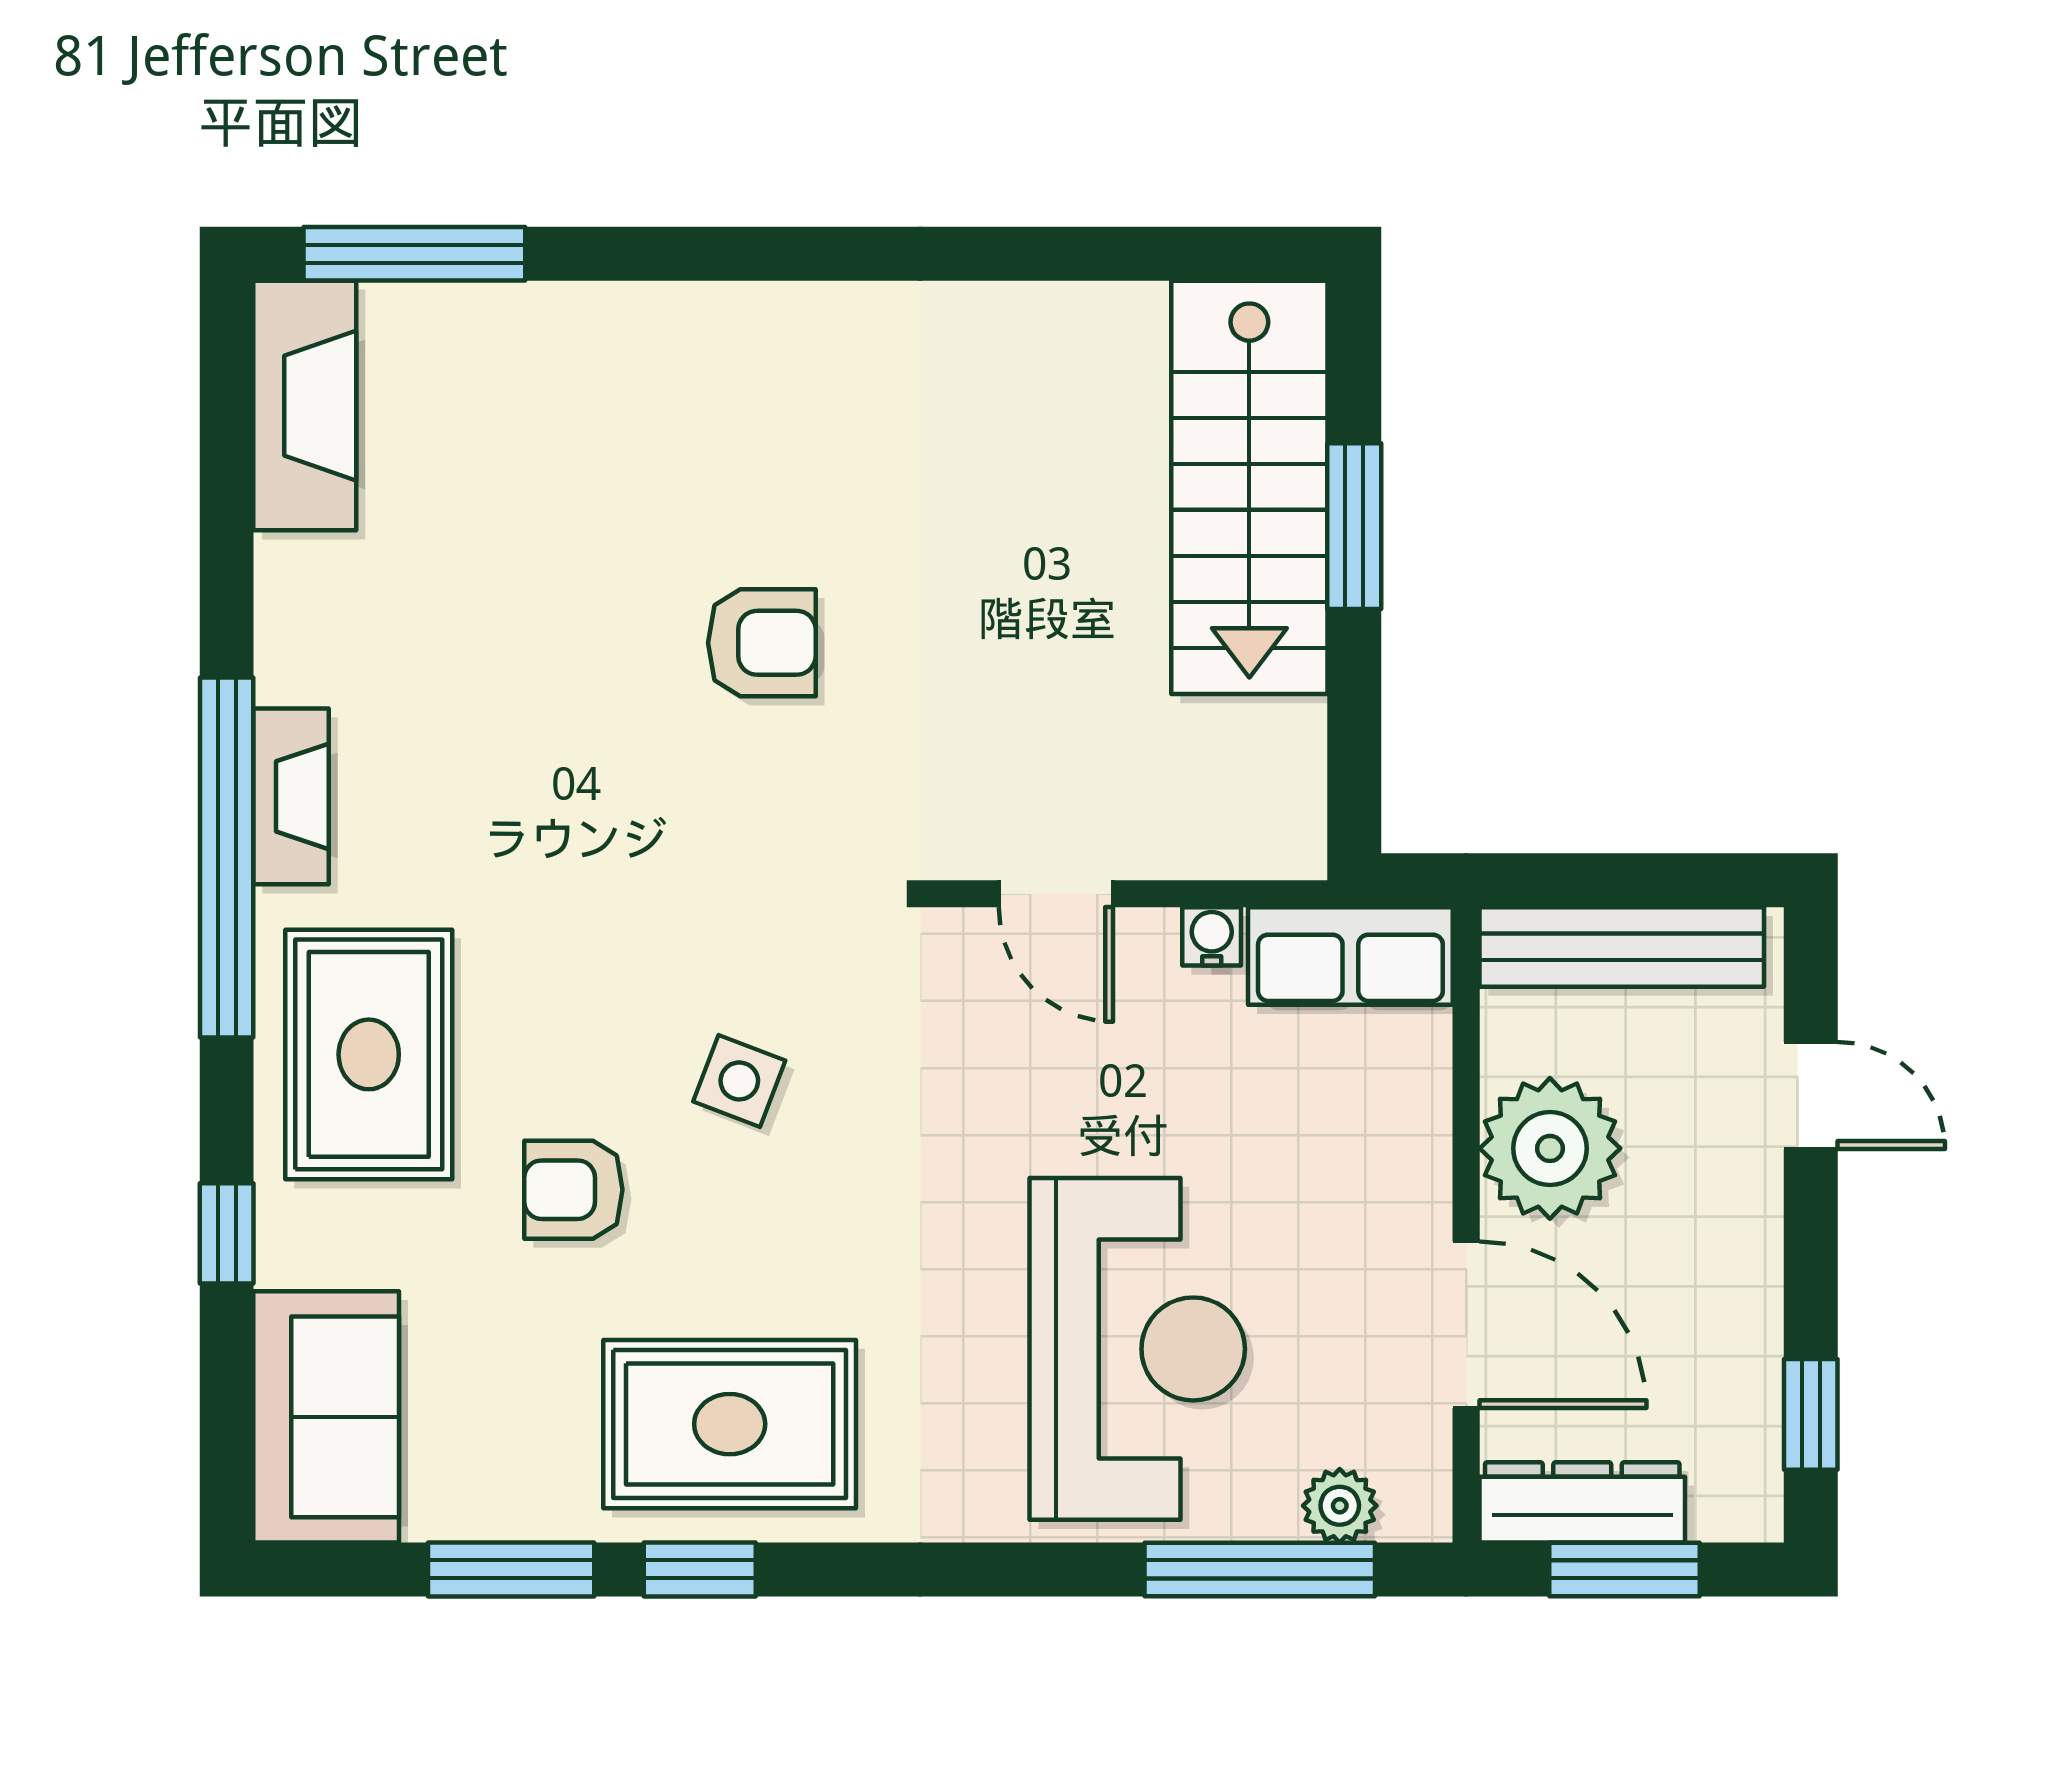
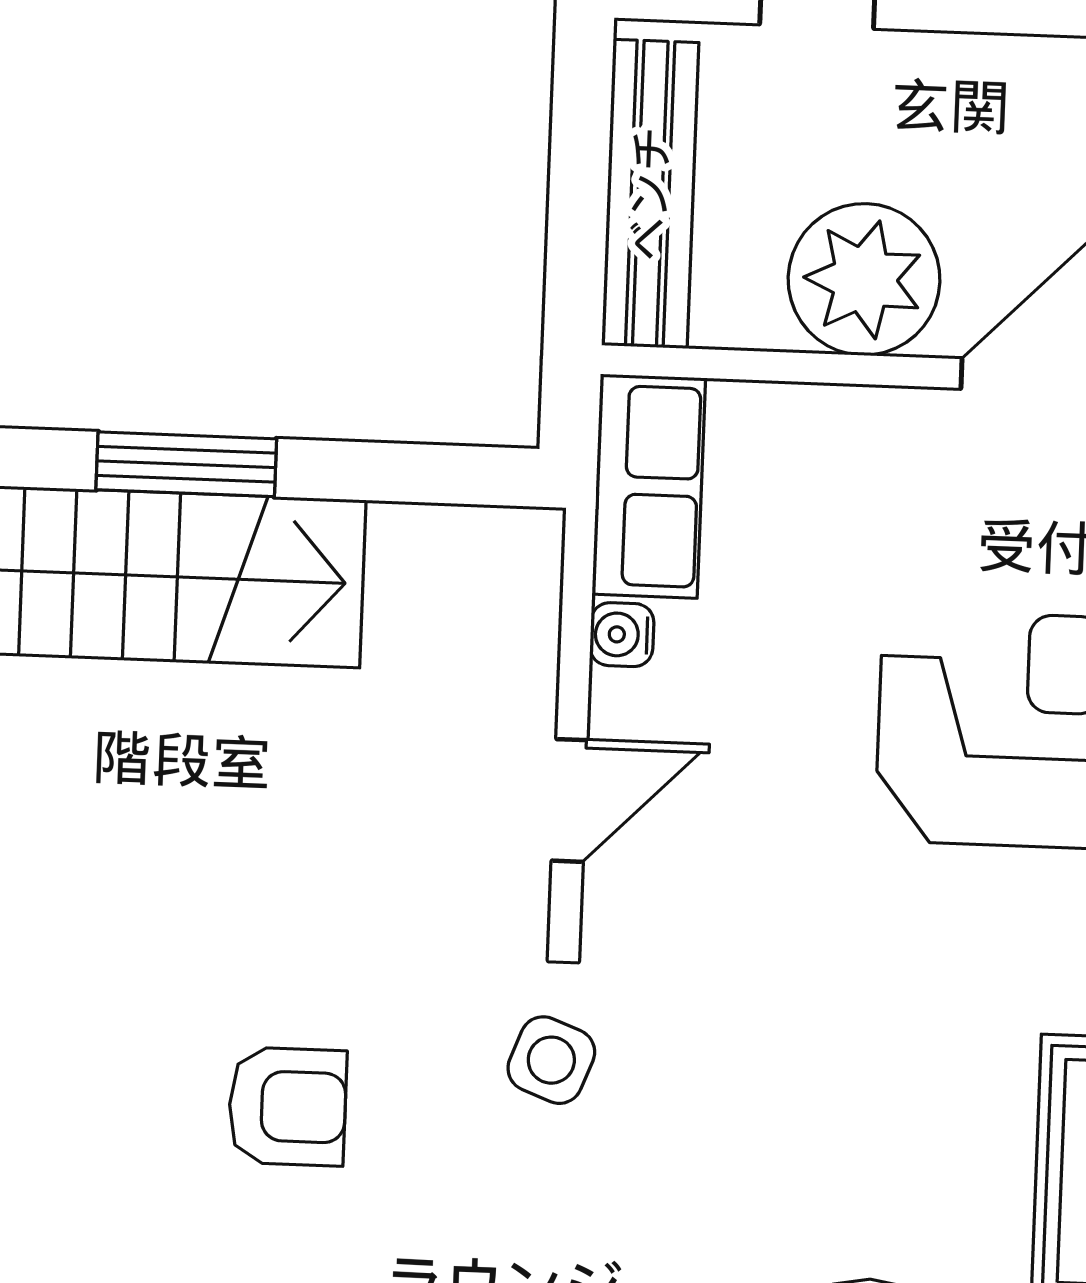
armchair: (762, 643) -> (287, 1106), turned 90
side table: (739, 1081) -> (551, 1060), moved

